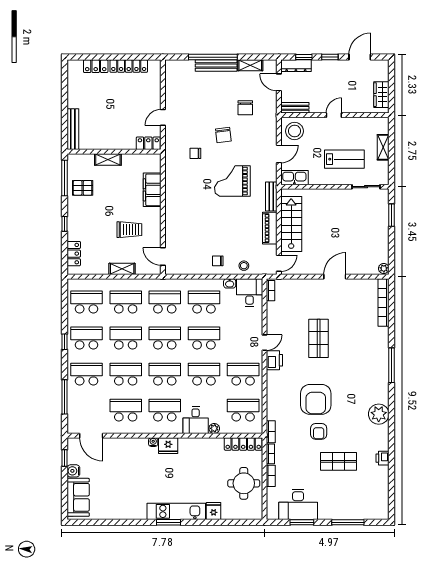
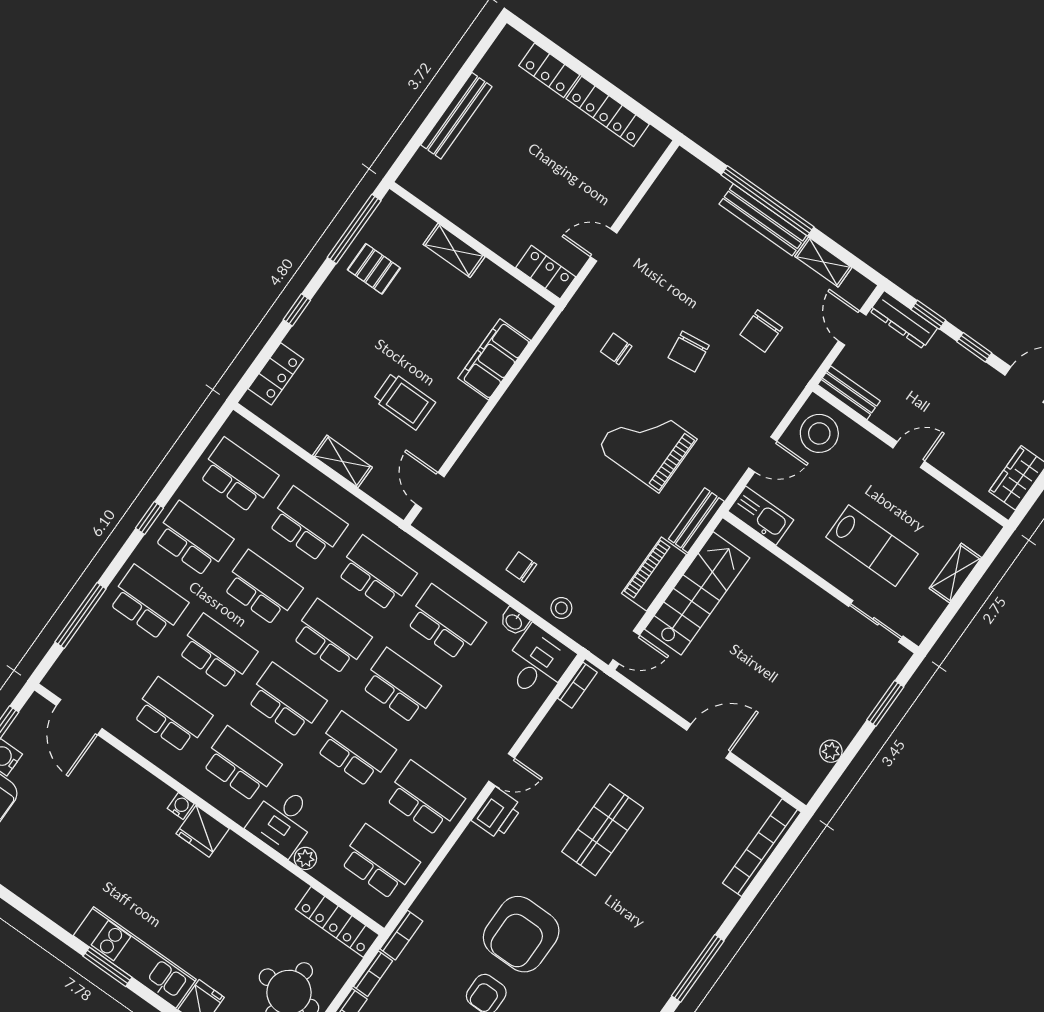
bench: (73, 129) -> (456, 116), moved
plant: (384, 268) -> (831, 751), moved

